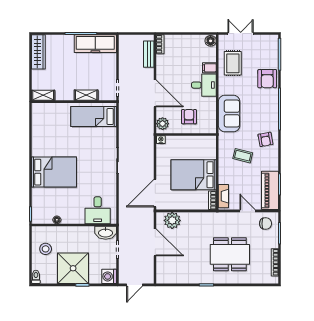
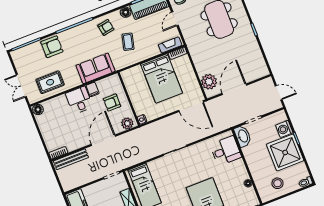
bench: (149, 54) -> (71, 159), width x1.36
filing cabinet: (209, 68) -> (93, 89), moved
floor lamp: (273, 165) -> (126, 12), added
washing machine: (109, 276) -> (284, 129), moved, turned 90

